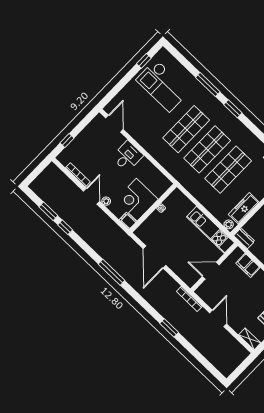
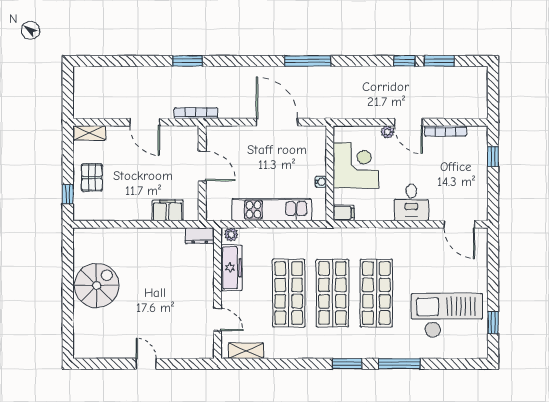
filing cabinet: (128, 221) -> (344, 213), moved
kitchen unit: (210, 230) -> (272, 210), moved
door: (211, 271) -> (202, 166), hinge flipped

